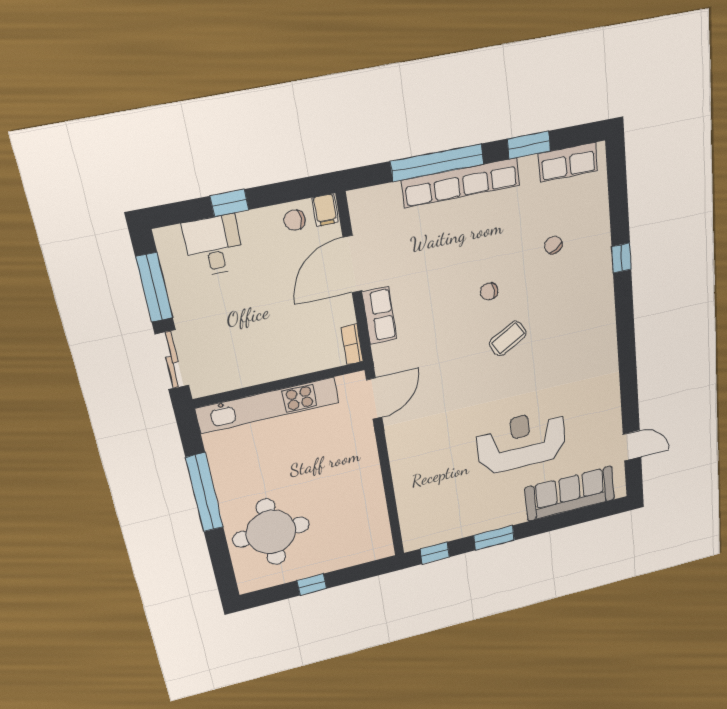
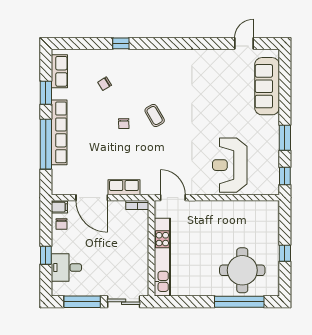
reception desk: (521, 441) -> (230, 165), moved
window: (205, 493) -> (239, 302), moved

